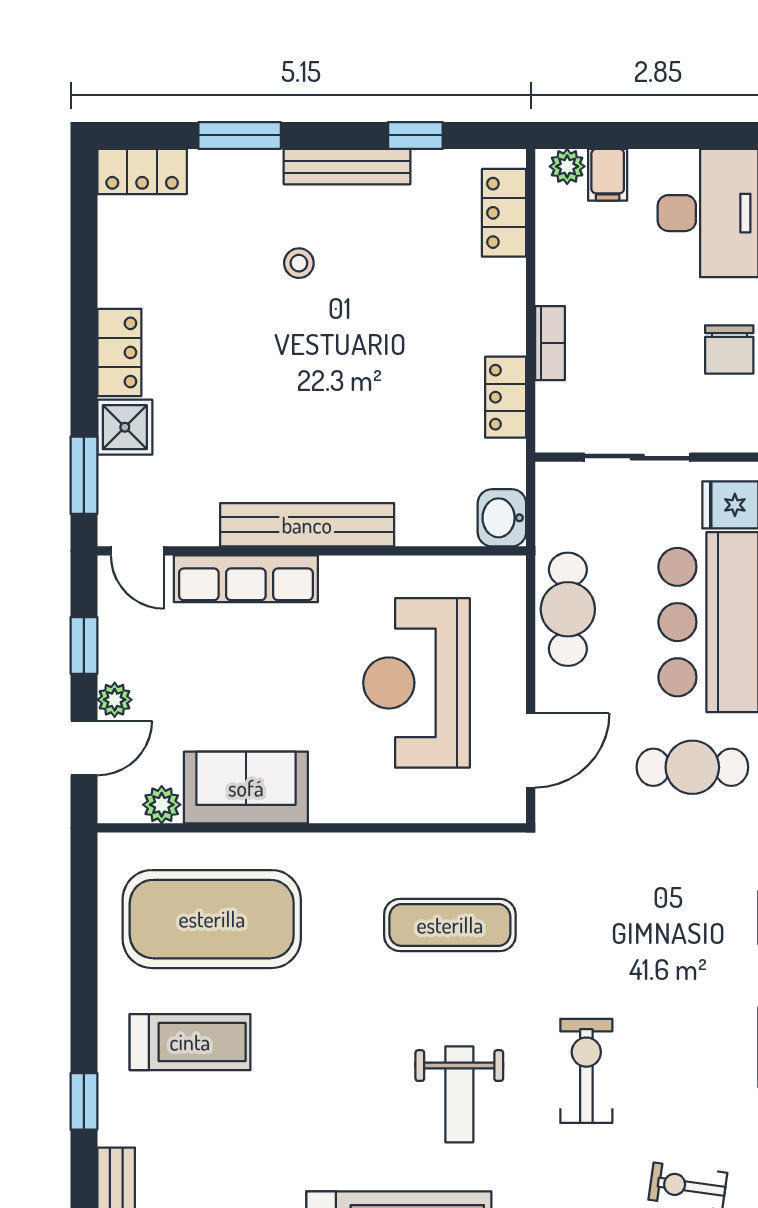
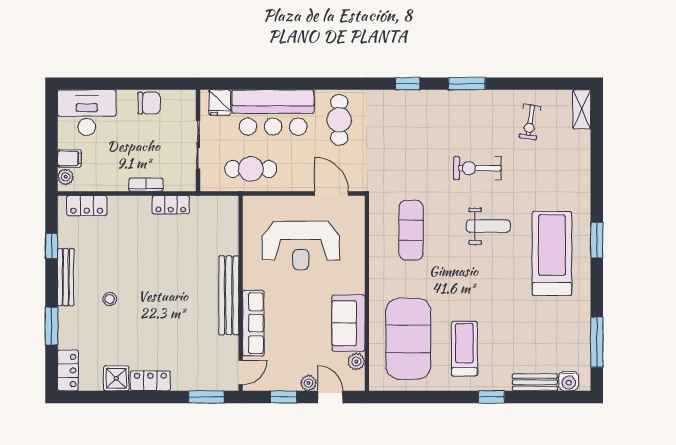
shower: (125, 427) -> (116, 378), moved
washbasin: (502, 518) -> (226, 207), removed
cafe table: (568, 609) -> (251, 169), moved

